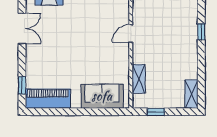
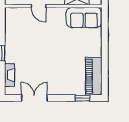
sofa: (102, 96) -> (84, 18), moved, turned -90

